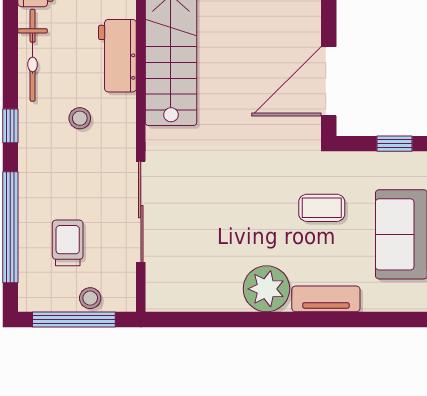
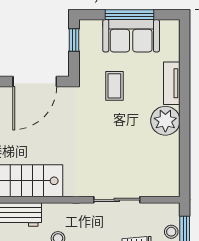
door: (329, 81) -> (35, 82), hinge flipped
sliding door: (141, 212) -> (117, 200), width x0.73

